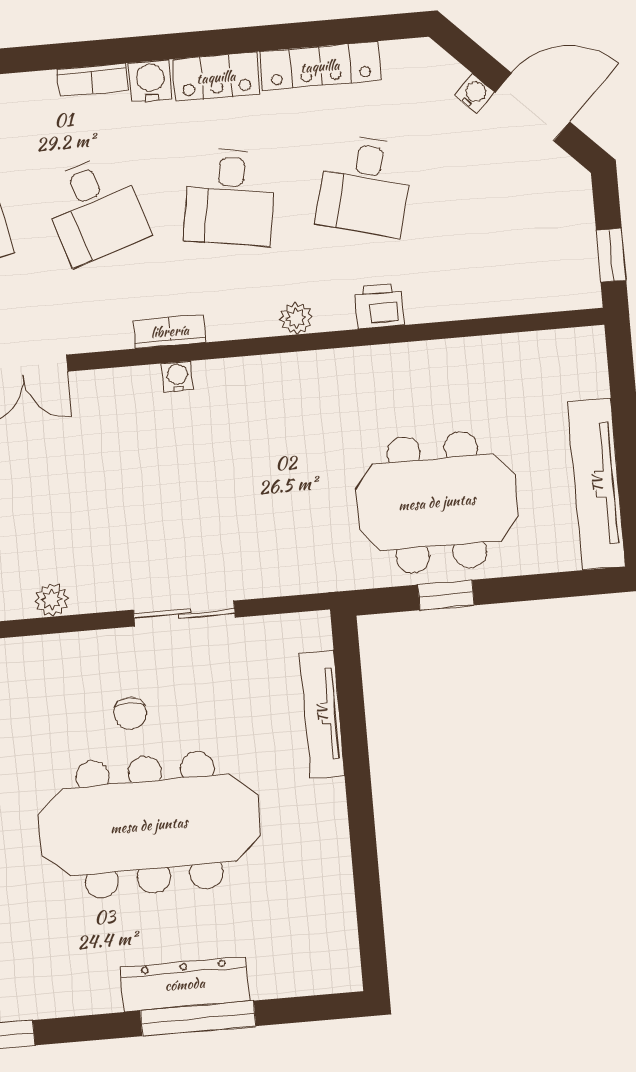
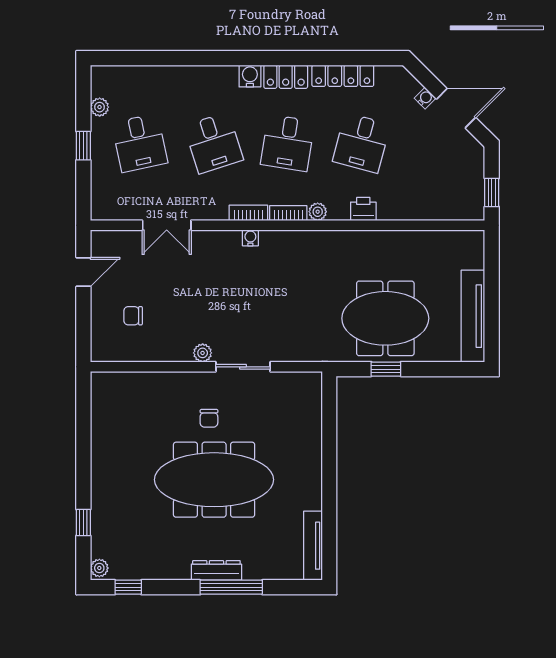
bookcase: (92, 80) -> (288, 213), moved, turned 180
plant: (52, 600) -> (203, 353), moved
tv unit: (322, 714) -> (313, 546), moved
dresser: (185, 984) -> (216, 570), width x0.73, depth x0.80

